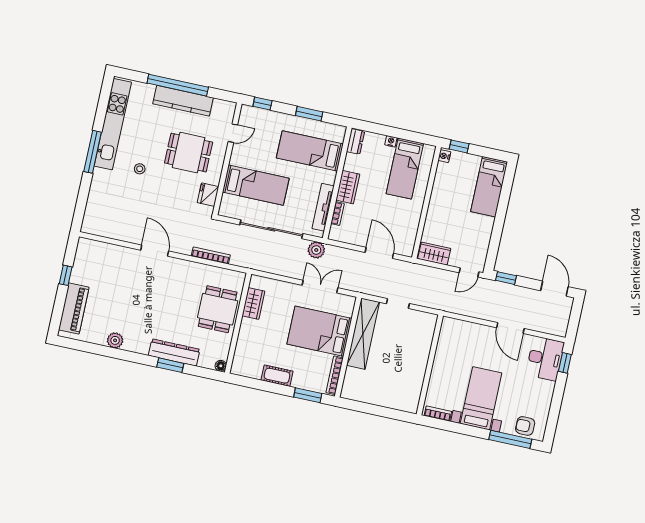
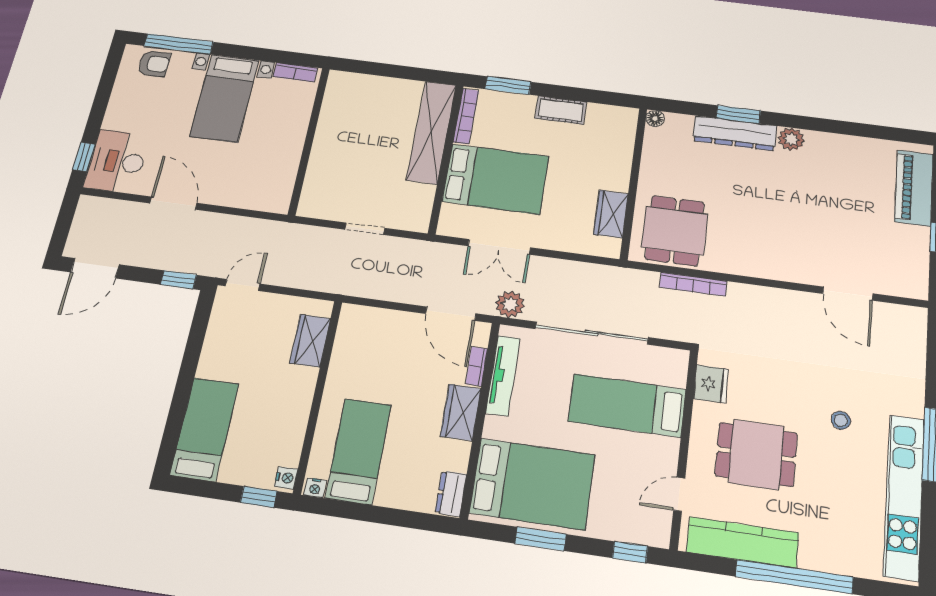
kitchen counter: (183, 101) -> (743, 542), moved
nightstand: (391, 141) -> (315, 488), moved
bed: (310, 151) -> (532, 484), width x1.50
door: (155, 251) -> (848, 294), moved
door: (379, 253) -> (451, 314), moved
wardrobe: (434, 254) -> (310, 341), moved, turned 90
door: (554, 289) -> (95, 268), hinge flipped
dining table: (218, 309) -> (675, 231), moved
shelving: (363, 334) -> (431, 132), moved
plant: (115, 340) -> (791, 139), moved

